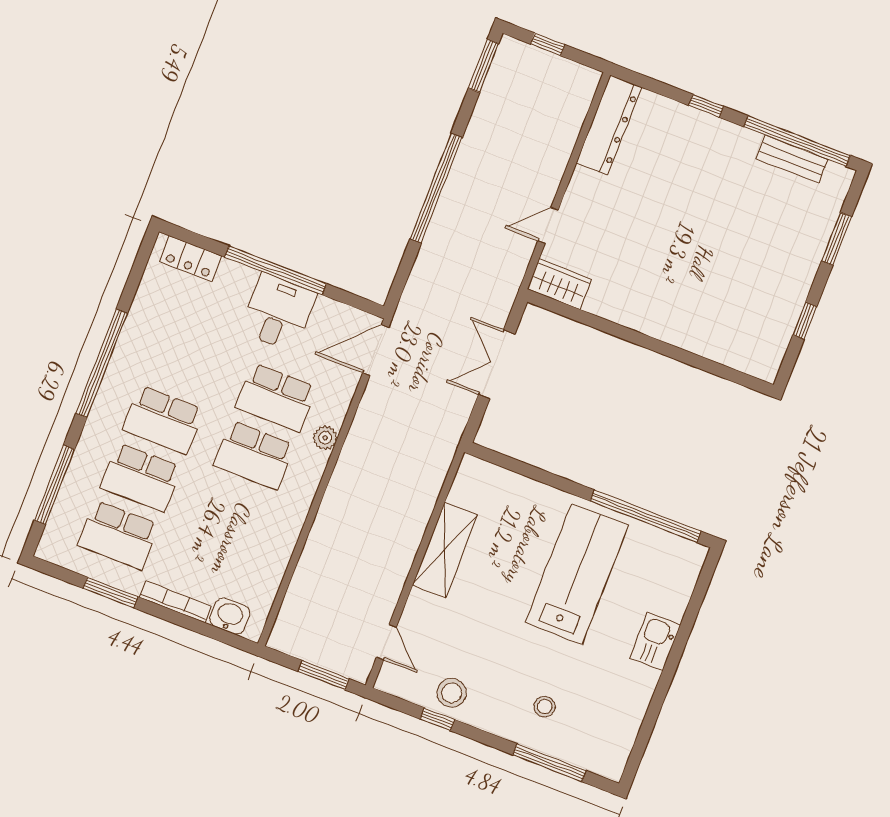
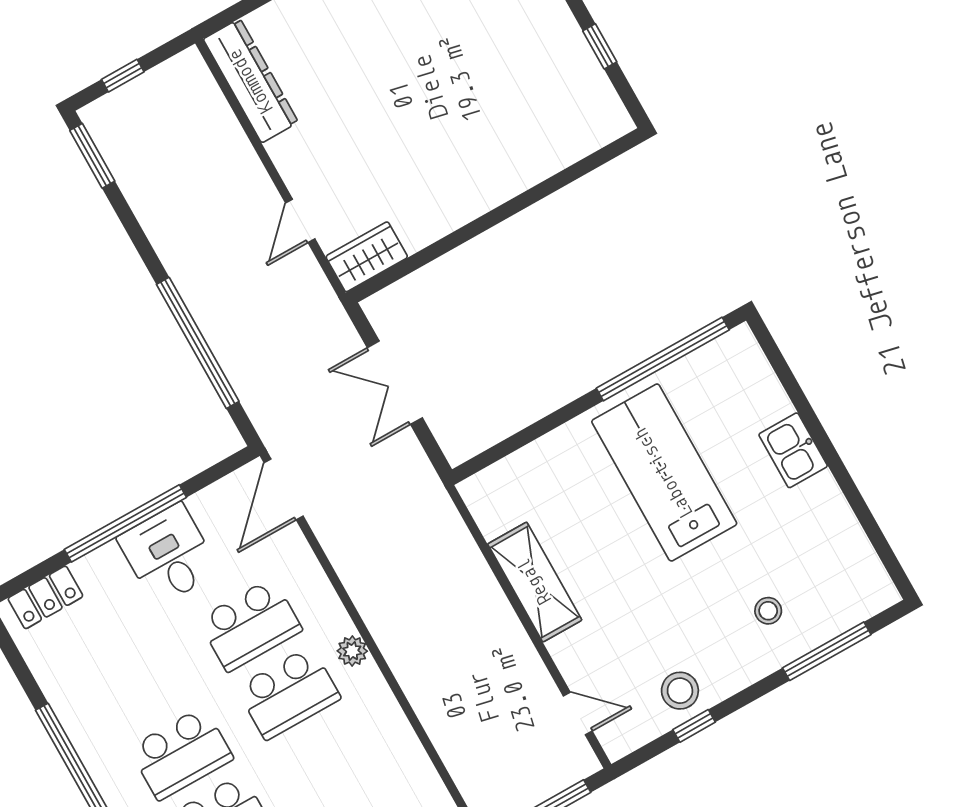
window: (436, 188) -> (198, 343), moved
plant: (325, 438) -> (352, 651), moved

